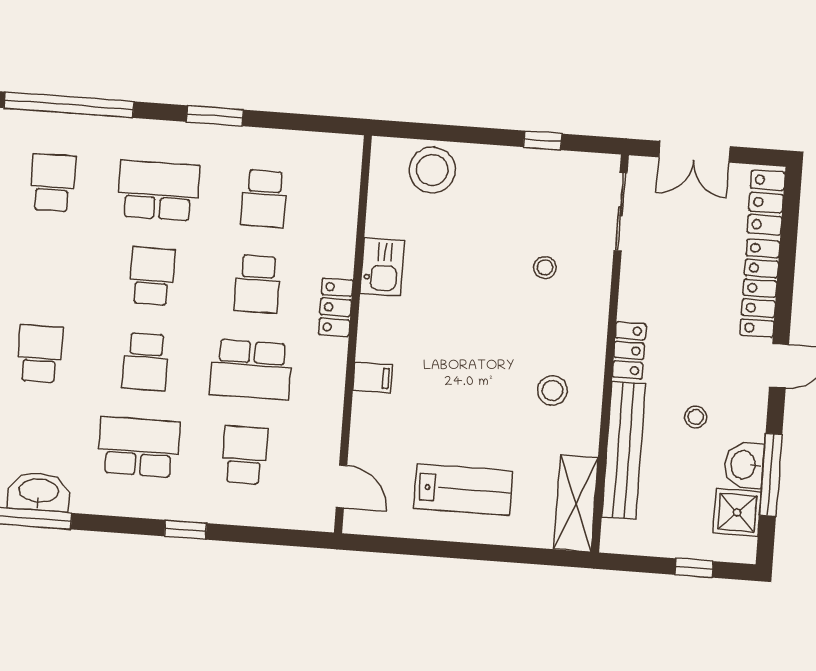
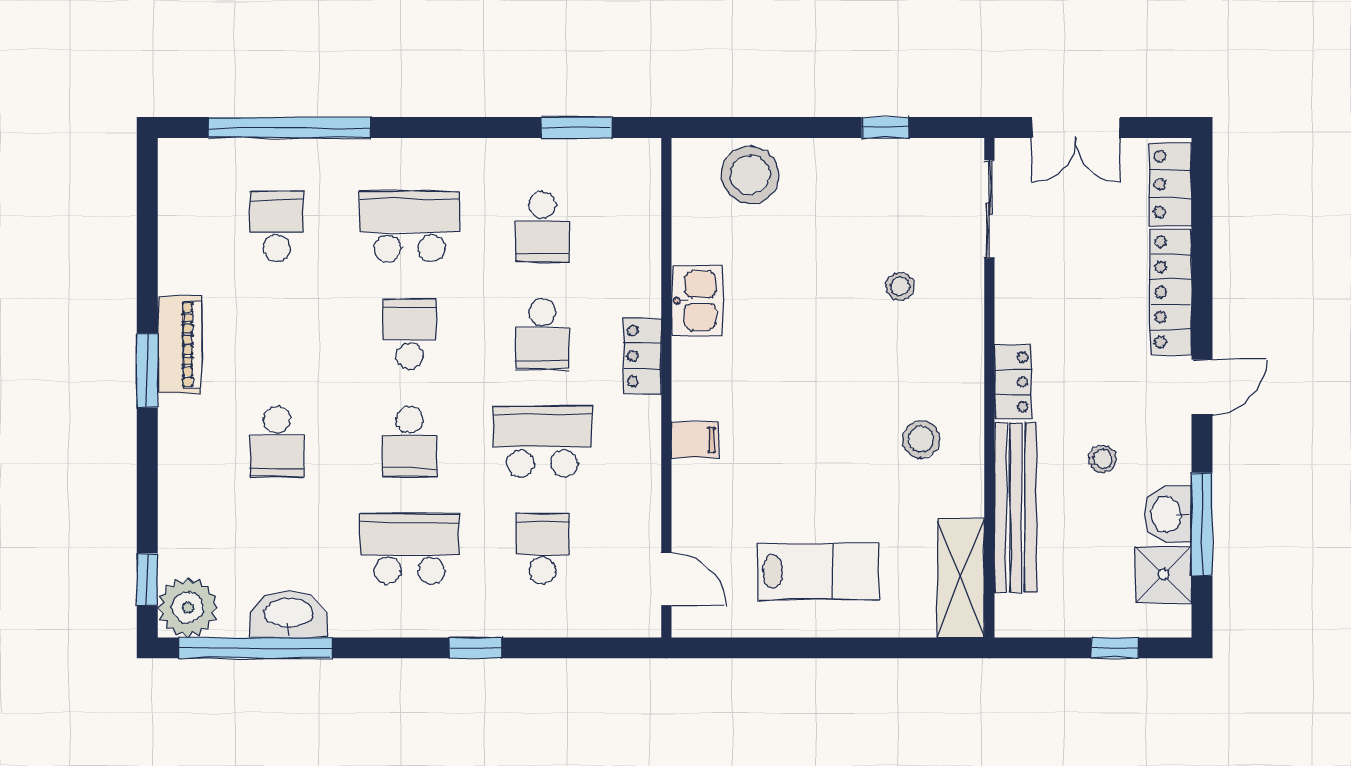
window: (215, 116) -> (576, 128), moved
school desk: (40, 354) -> (277, 441), turned 180
school desk: (251, 370) -> (542, 441), turned 180

